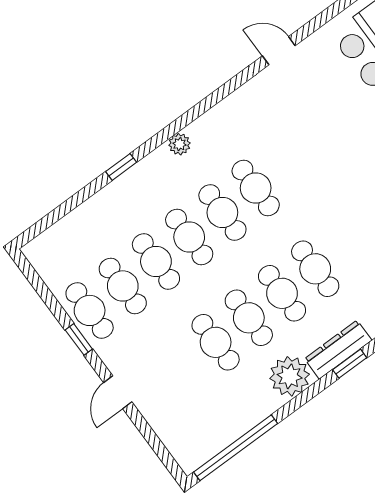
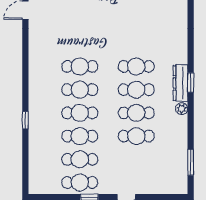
plant: (179, 144) -> (34, 86), removed
plant: (290, 376) -> (182, 109), width x0.53, depth x0.53
window: (236, 448) -> (191, 162), width x0.47

